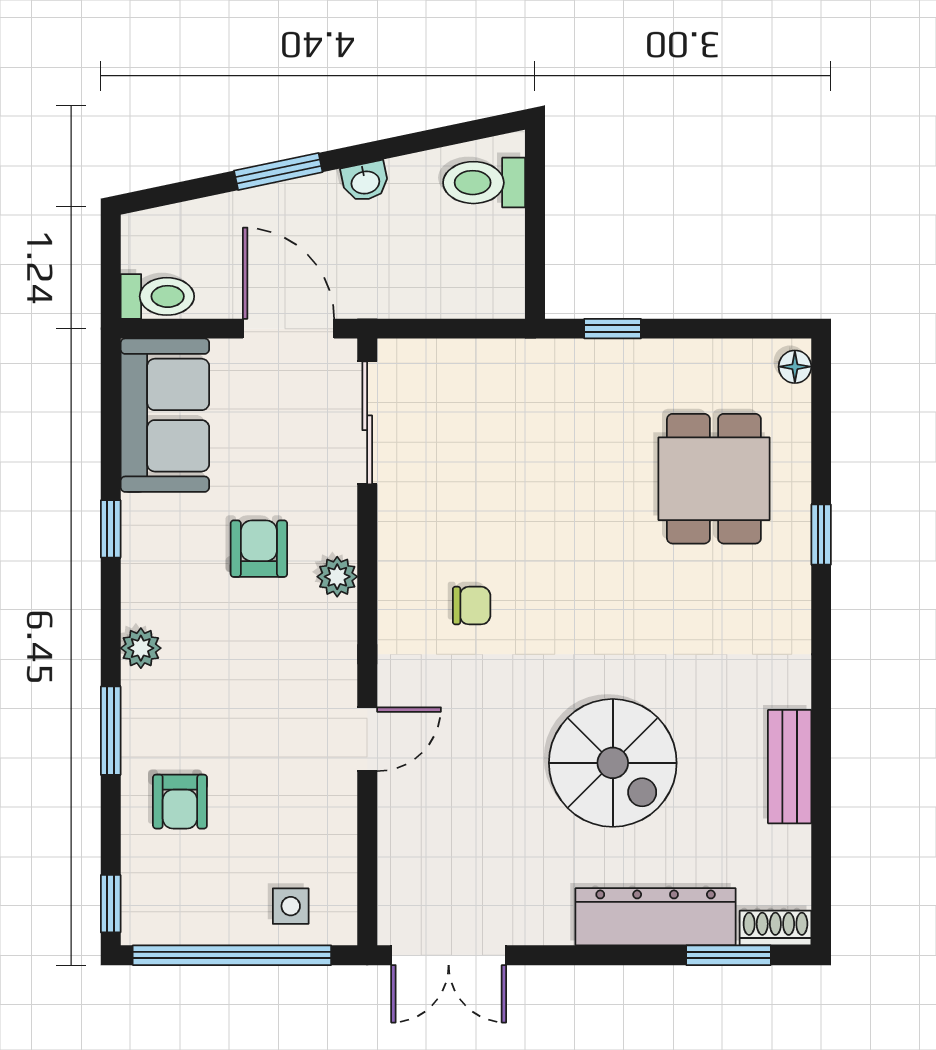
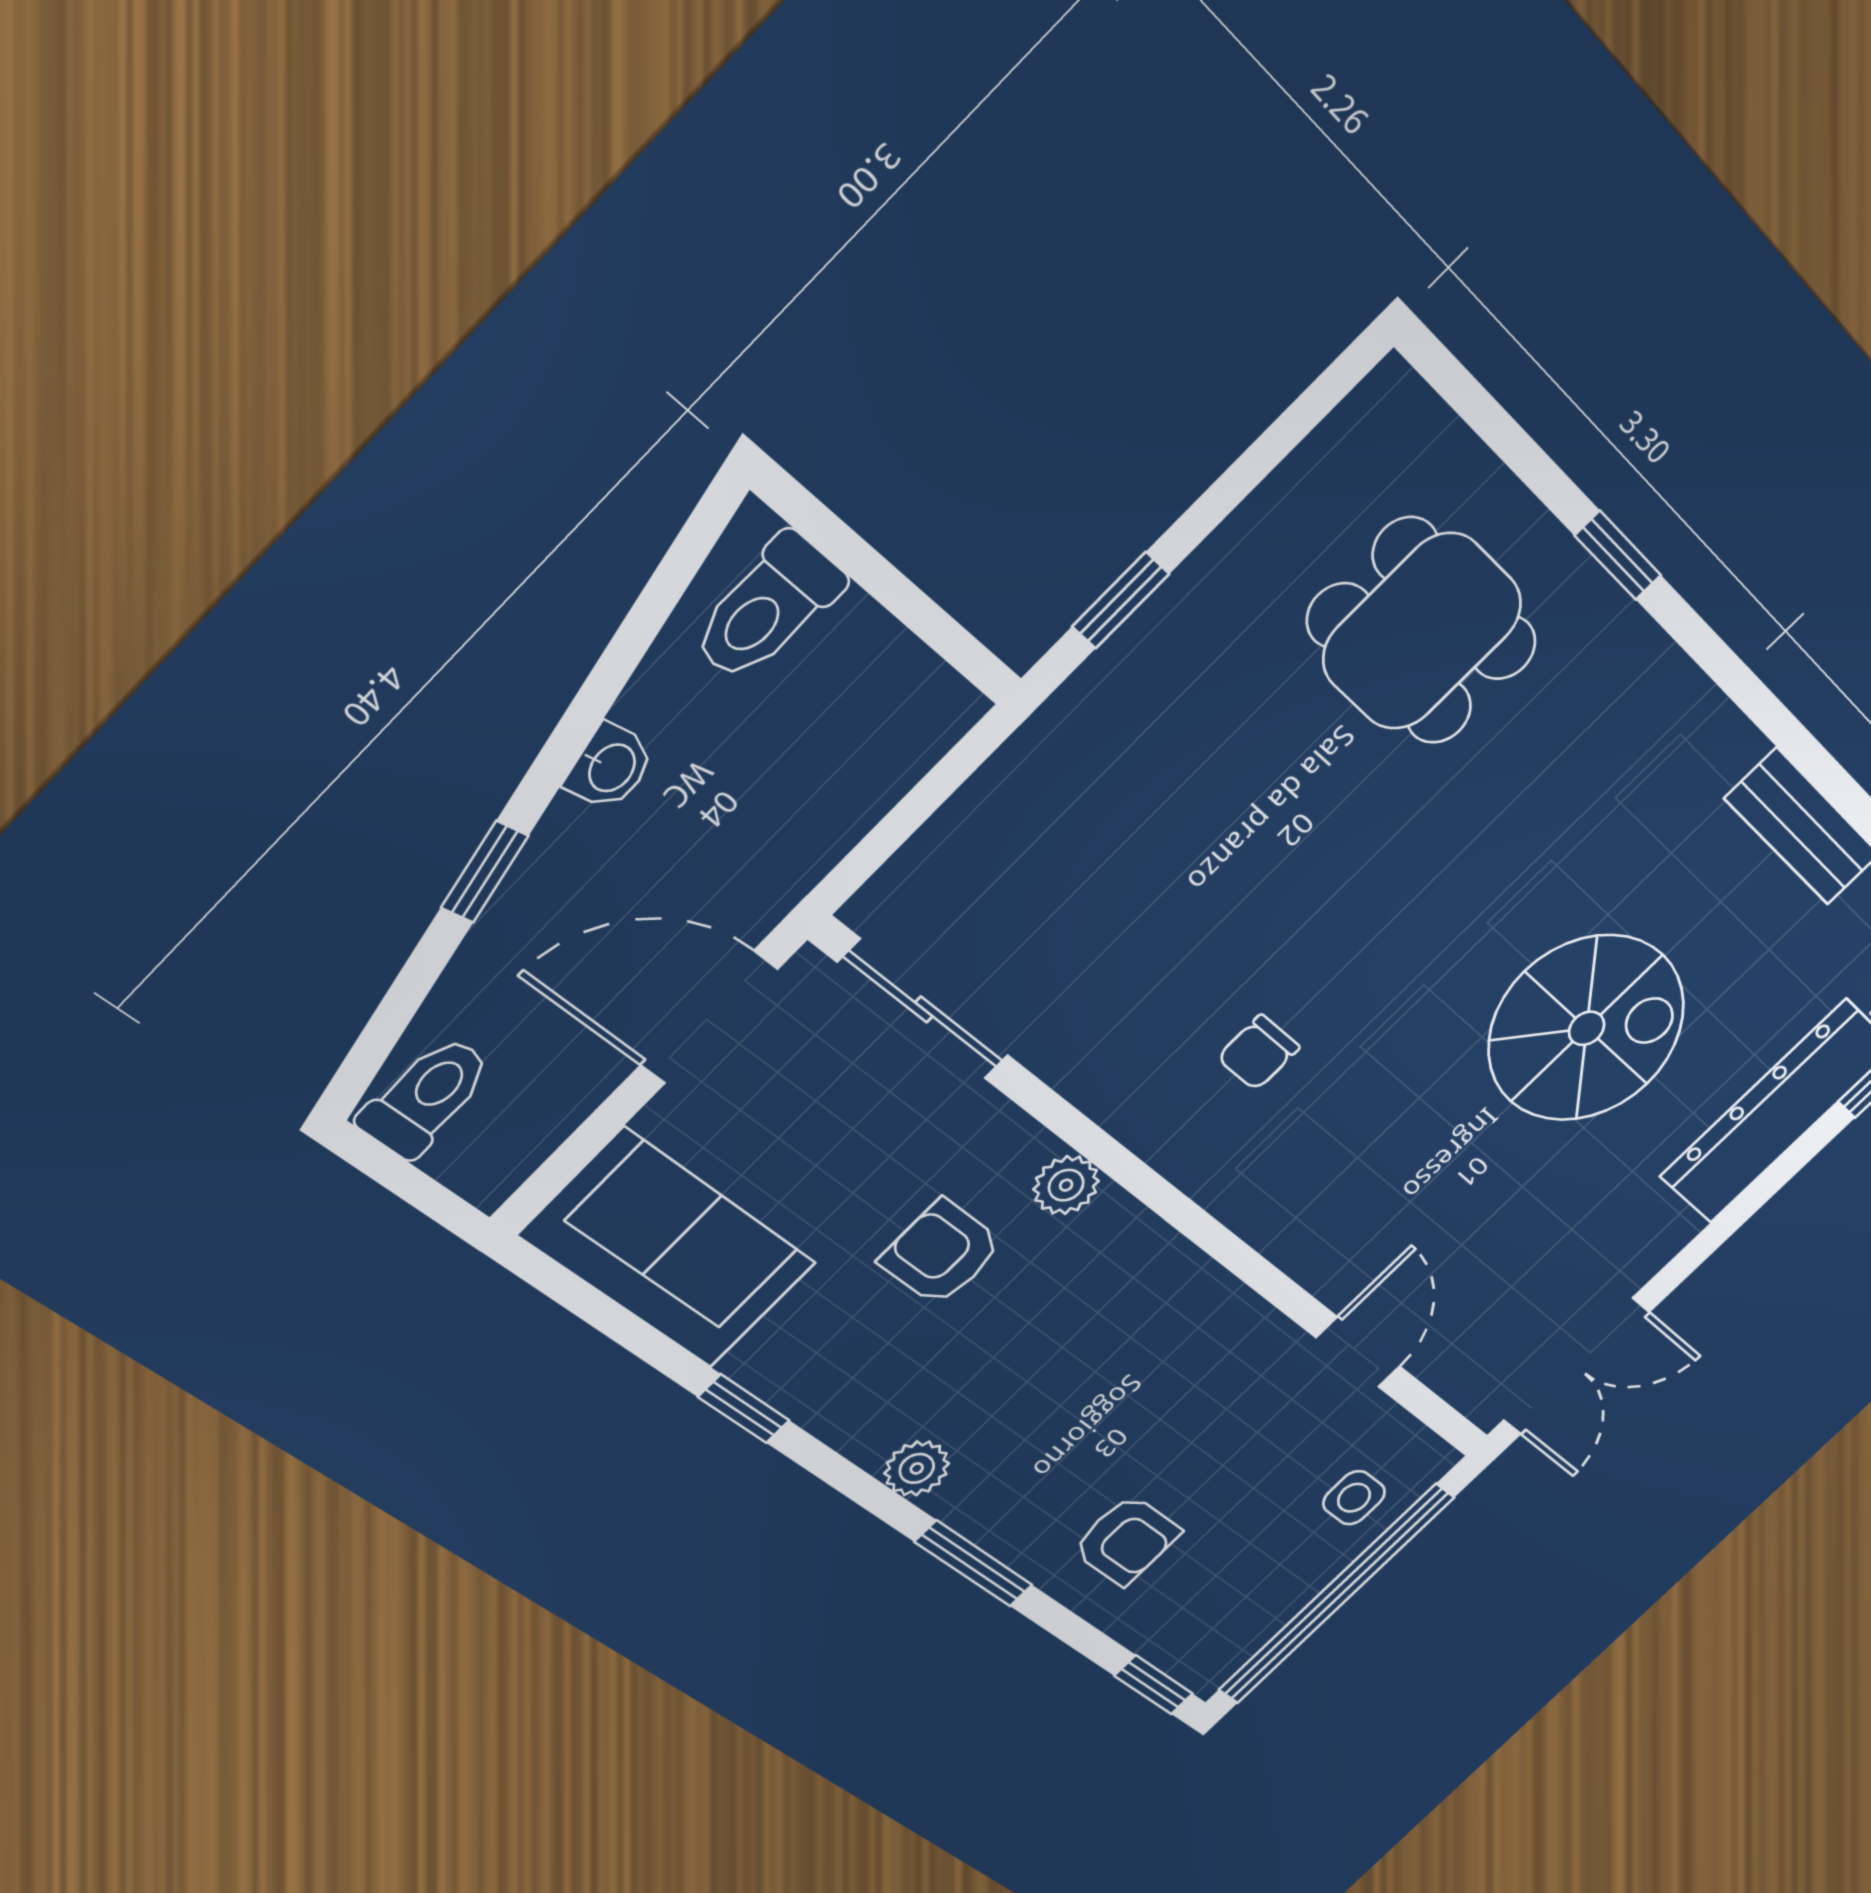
window: (278, 171) -> (485, 872), width x0.67
toilet: (157, 296) -> (426, 1097), moved
floor lamp: (795, 367) -> (1404, 402), removed
chair: (472, 606) -> (1258, 1052), turned 180
door: (367, 739) -> (1358, 1352), moved

